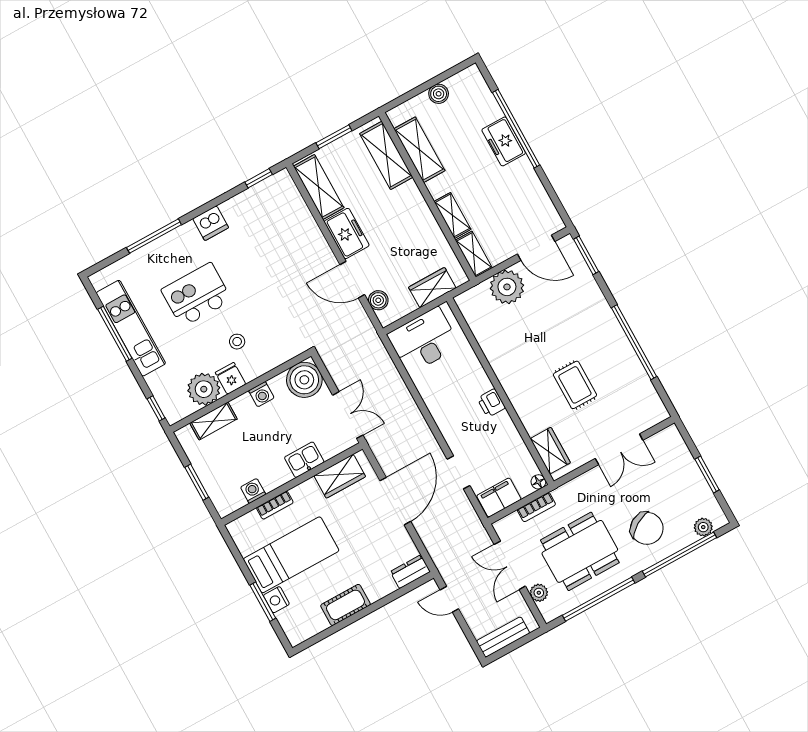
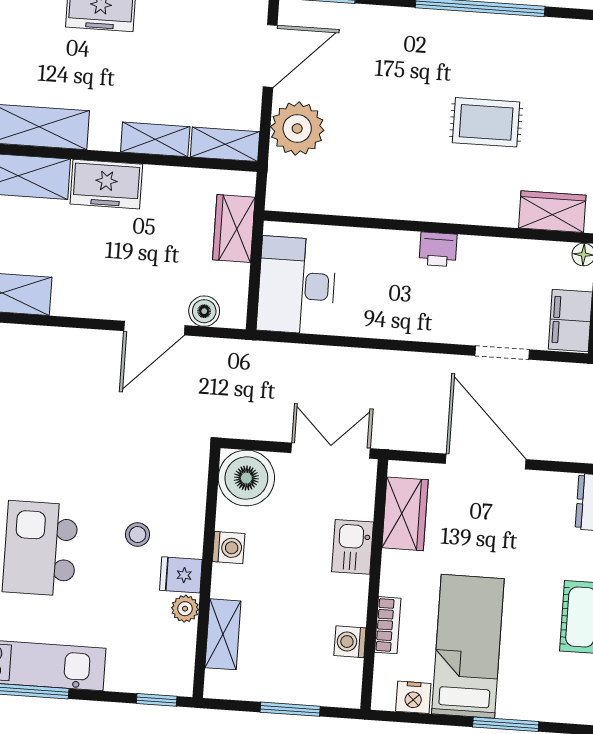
freezer: (347, 233) -> (106, 184), moved, turned 180
plant: (204, 389) -> (185, 609), width x0.53, depth x0.53
nightstand: (276, 600) -> (413, 697), moved

